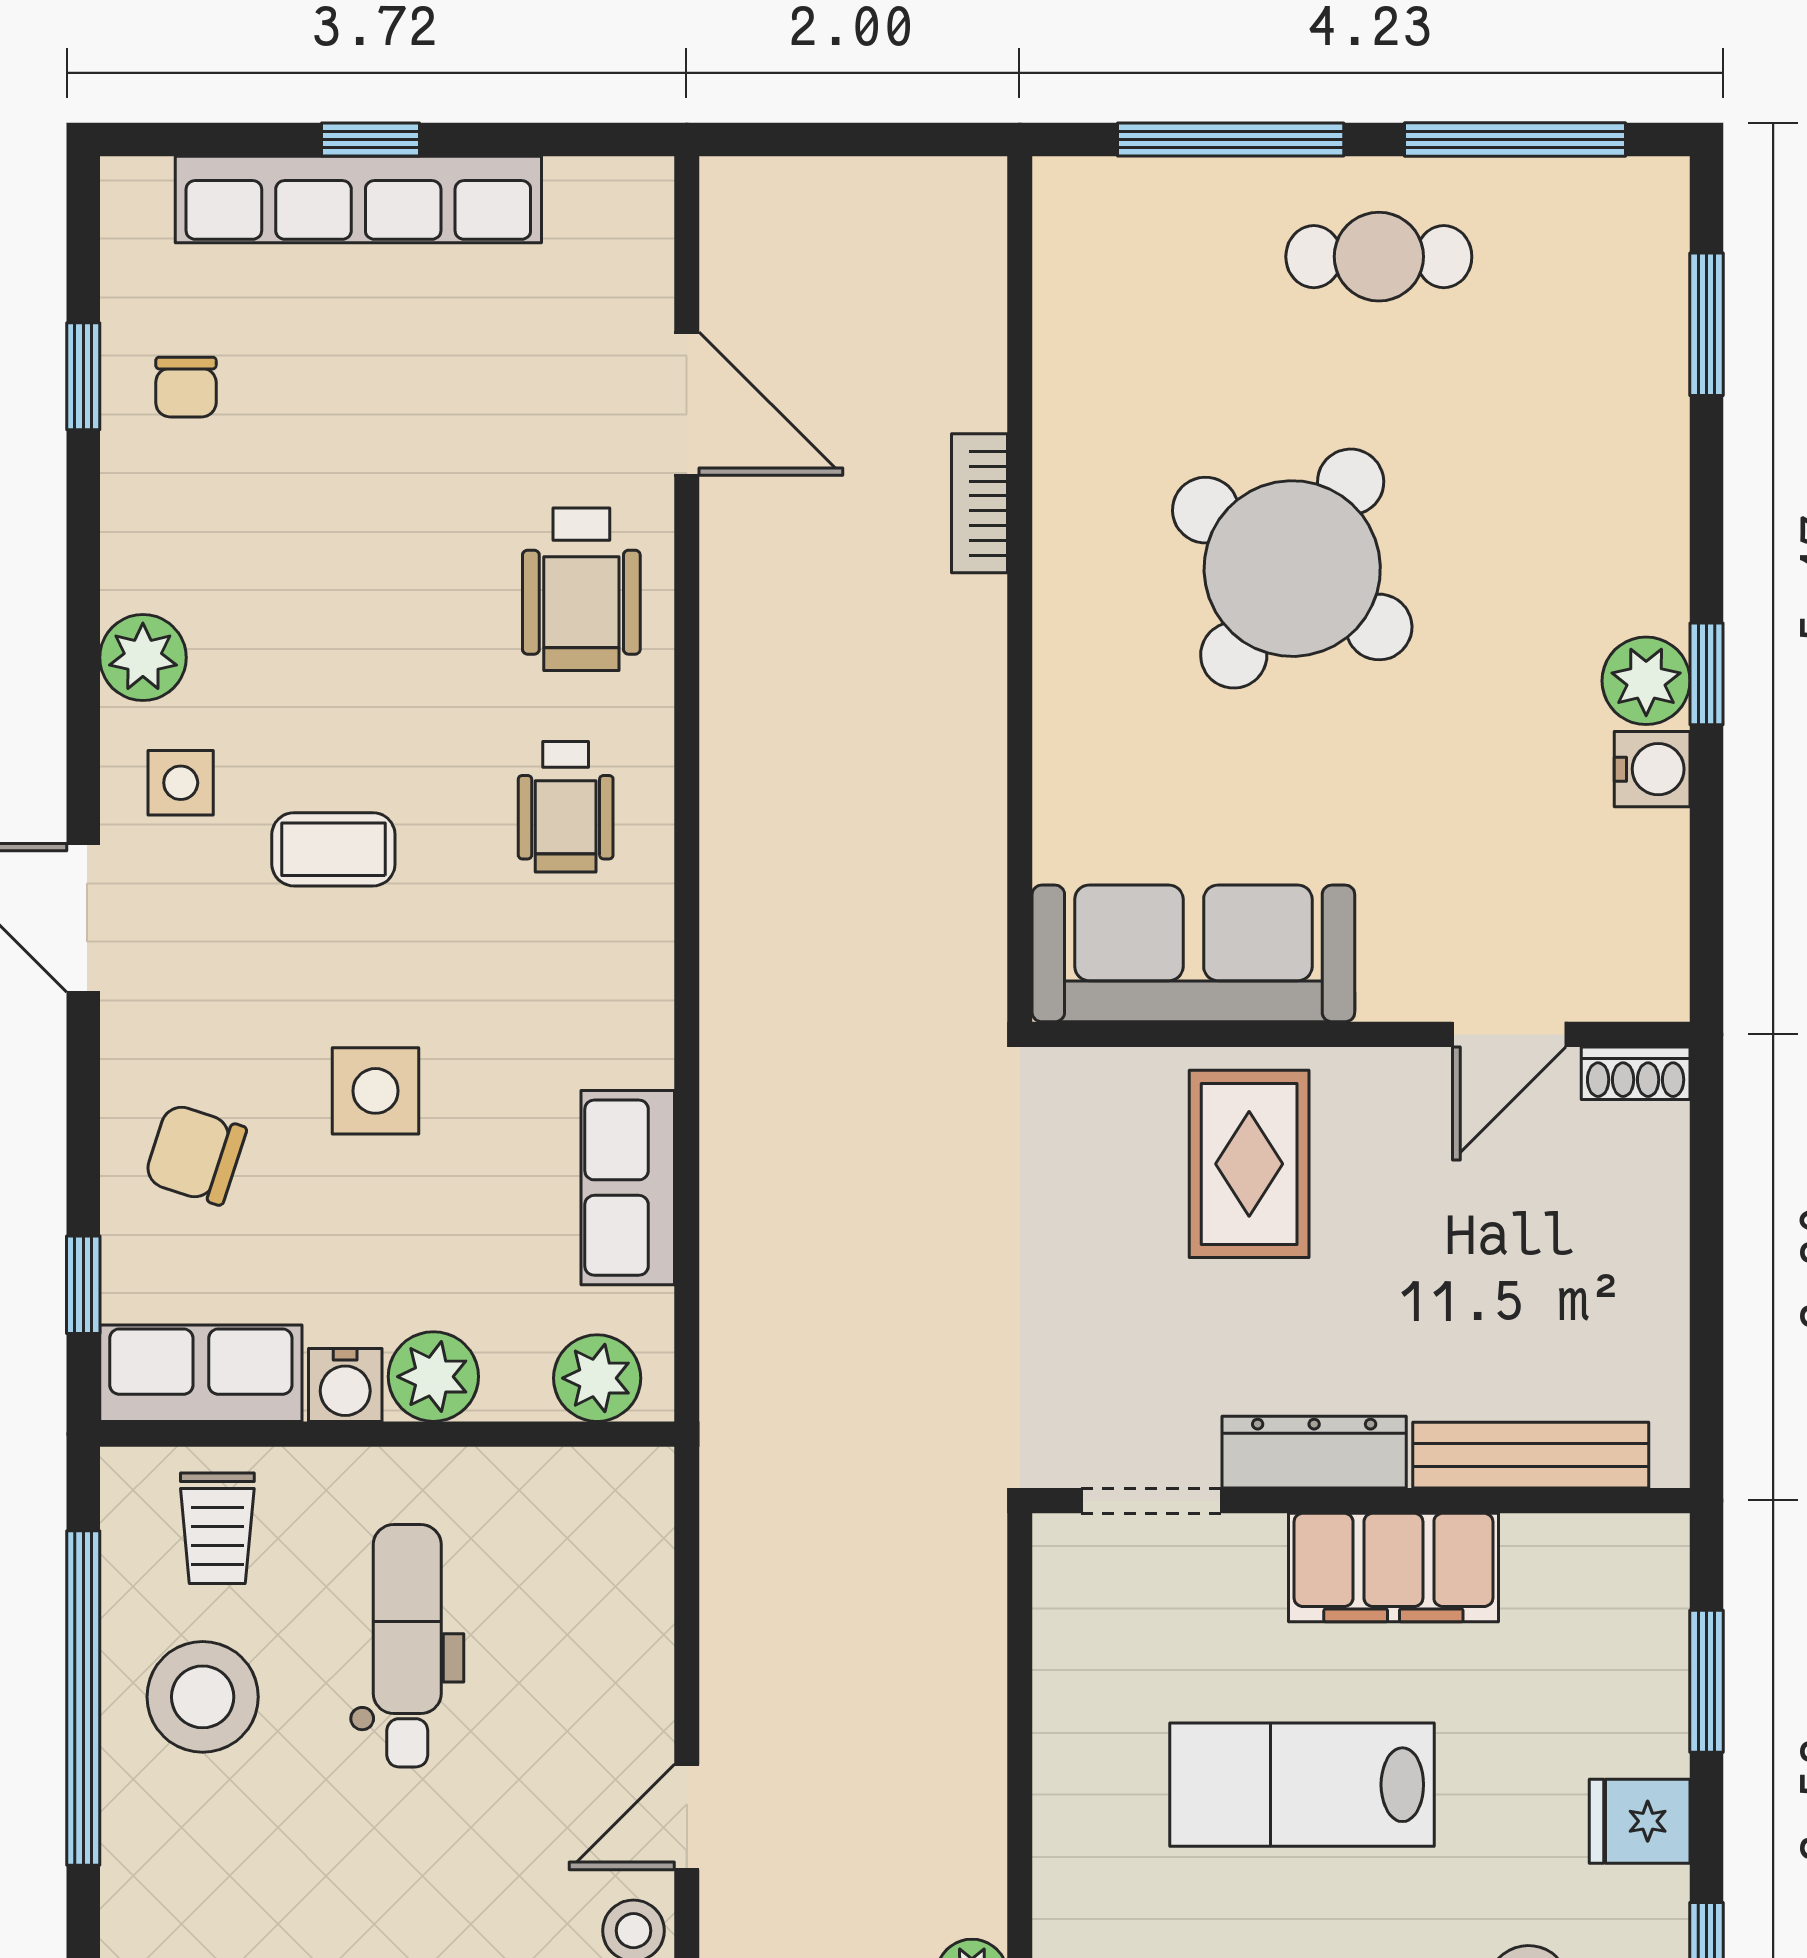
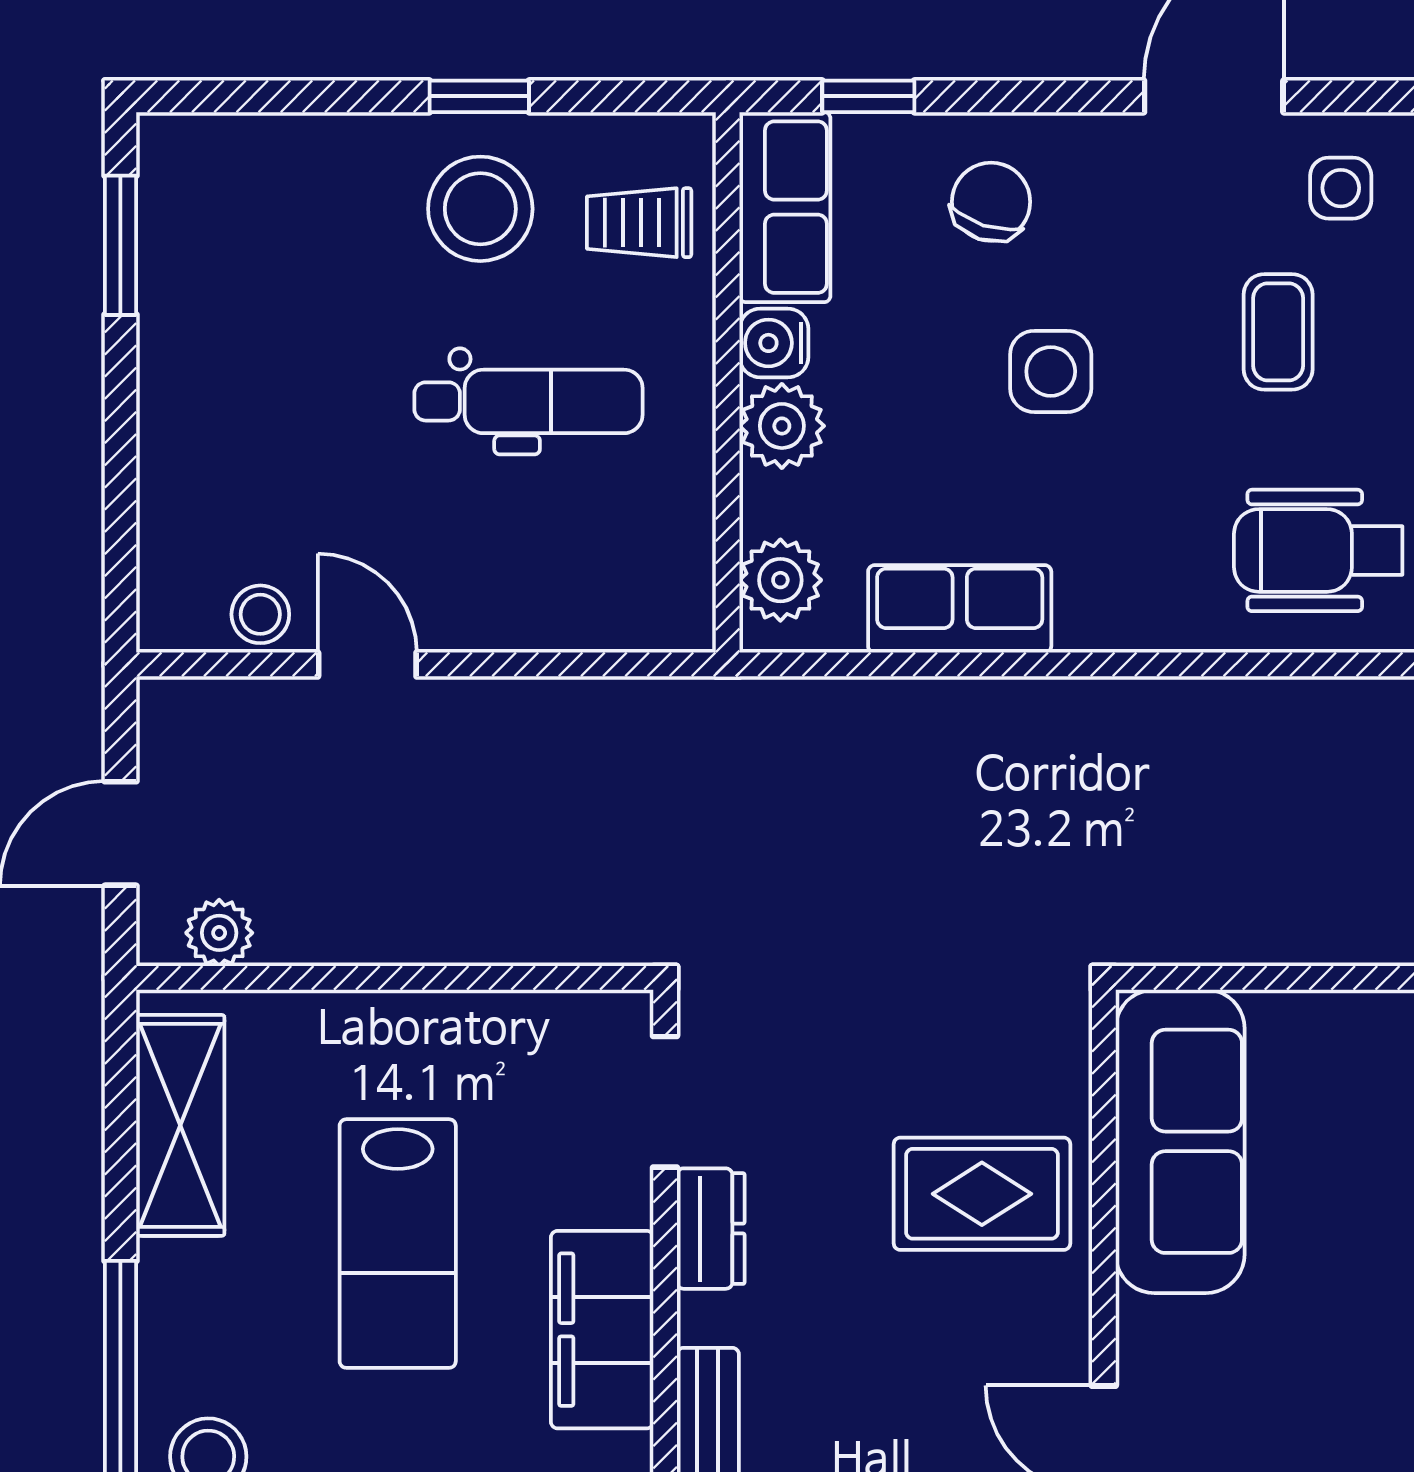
wheelchair: (566, 807) -> (1318, 550), width x1.36, depth x1.37
dresser: (1314, 1452) -> (711, 1229), width x0.70
window: (83, 1698) -> (479, 96), width x0.32
lab bench: (1302, 1785) -> (398, 1244), turned 180

